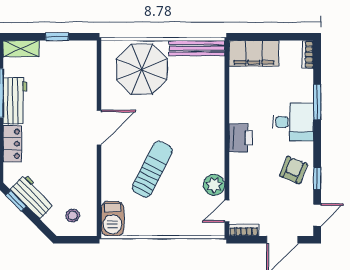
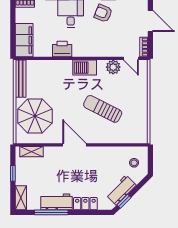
shelving: (89, 64) -> (31, 152), added
printer: (241, 138) -> (62, 49), moved
barbecue: (113, 219) -> (85, 68), moved, turned 180

